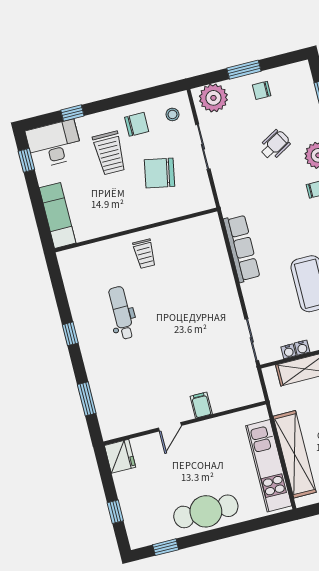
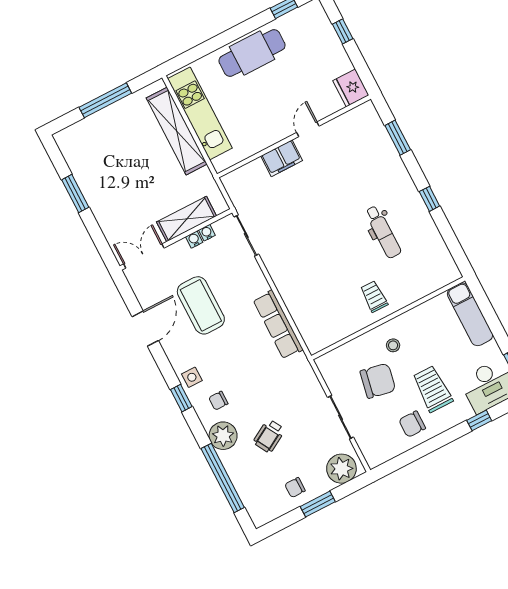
chair: (262, 90) -> (295, 488), turned 180
stool: (172, 114) -> (393, 345), moved
filing cabinet: (201, 405) -> (282, 158), width x2.00

